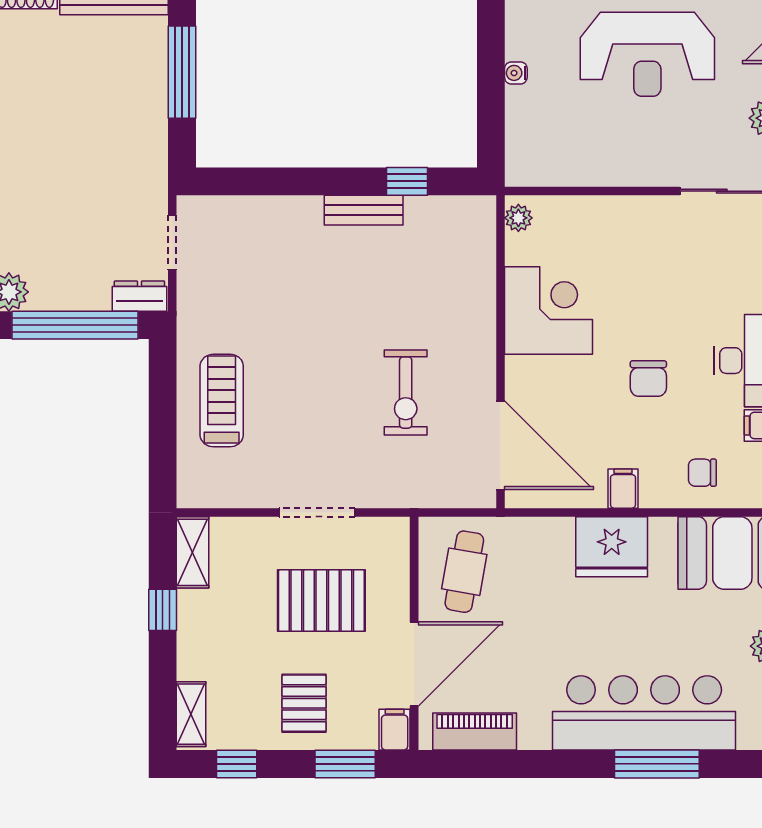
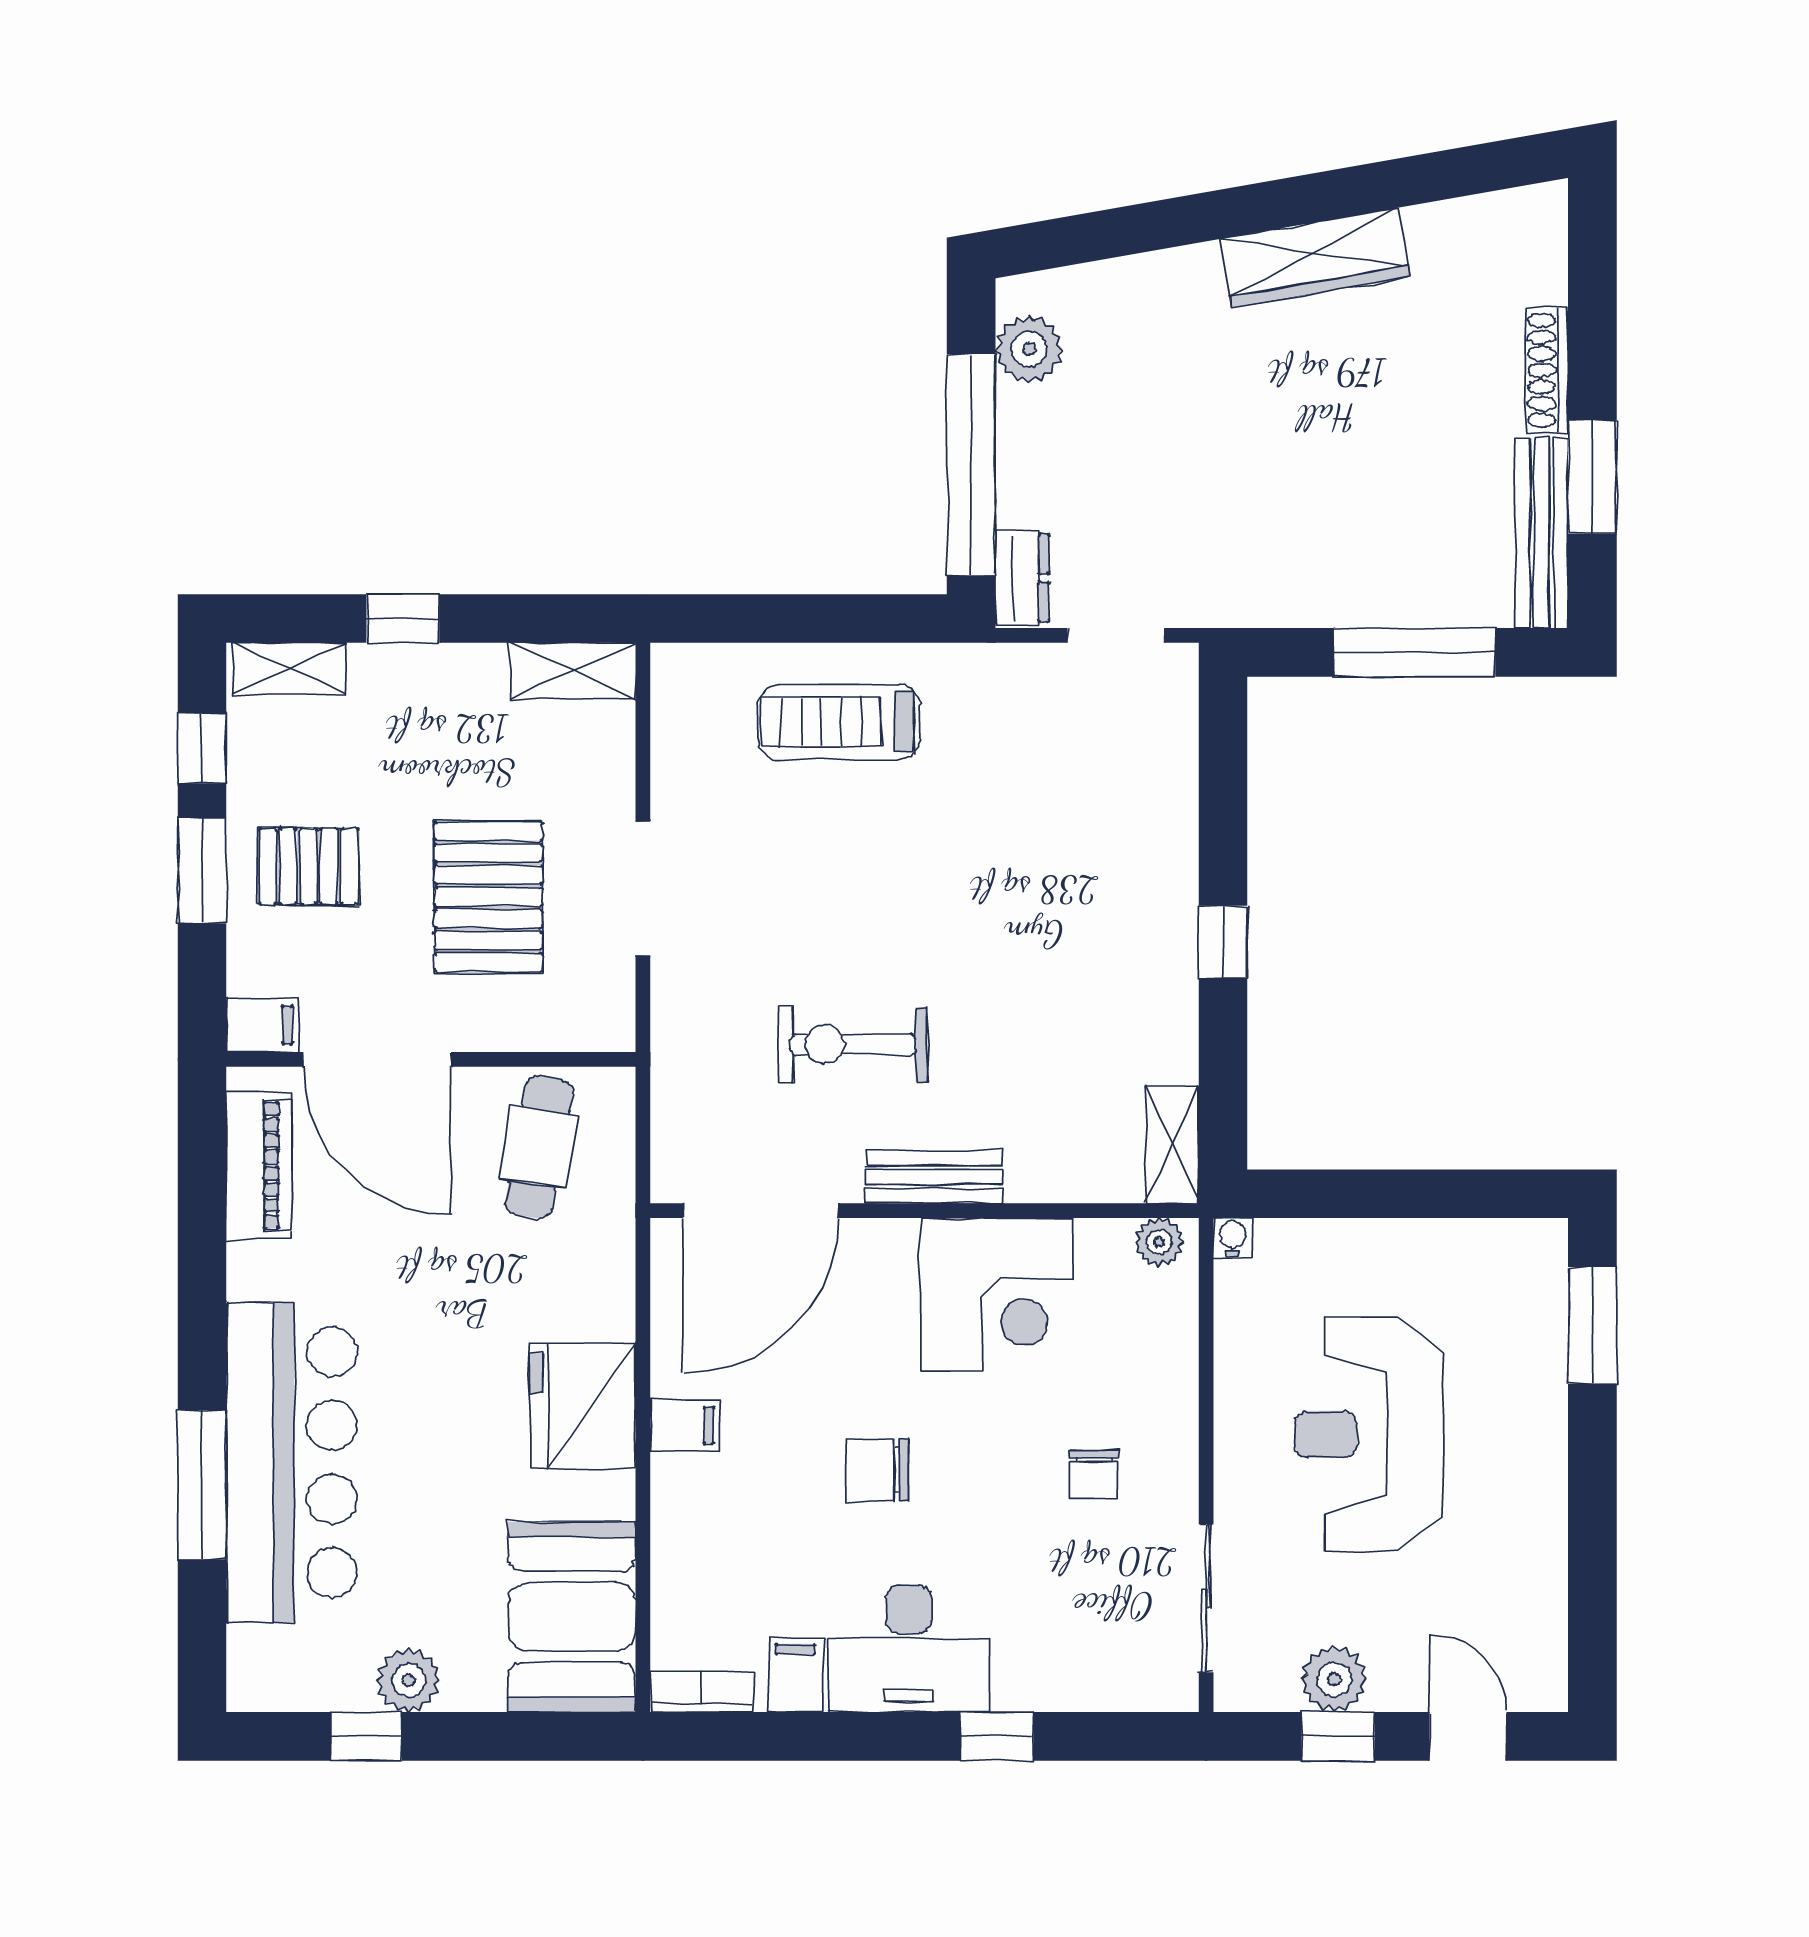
reception desk: (647, 54) -> (1369, 1434), moved
water cooler: (516, 73) -> (1233, 1238), moved
window: (407, 181) -> (1223, 942), moved
bench: (364, 210) -> (934, 1177), moved, turned 90
shelving: (463, 210) -> (1172, 1145), added
treadmill: (222, 401) -> (839, 722), turned 180
chair: (702, 473) -> (1094, 1474), moved, turned 180
cafe table: (464, 572) -> (539, 1147), turned 90
window: (163, 610) -> (403, 618), moved
window: (345, 764) -> (202, 871), moved

